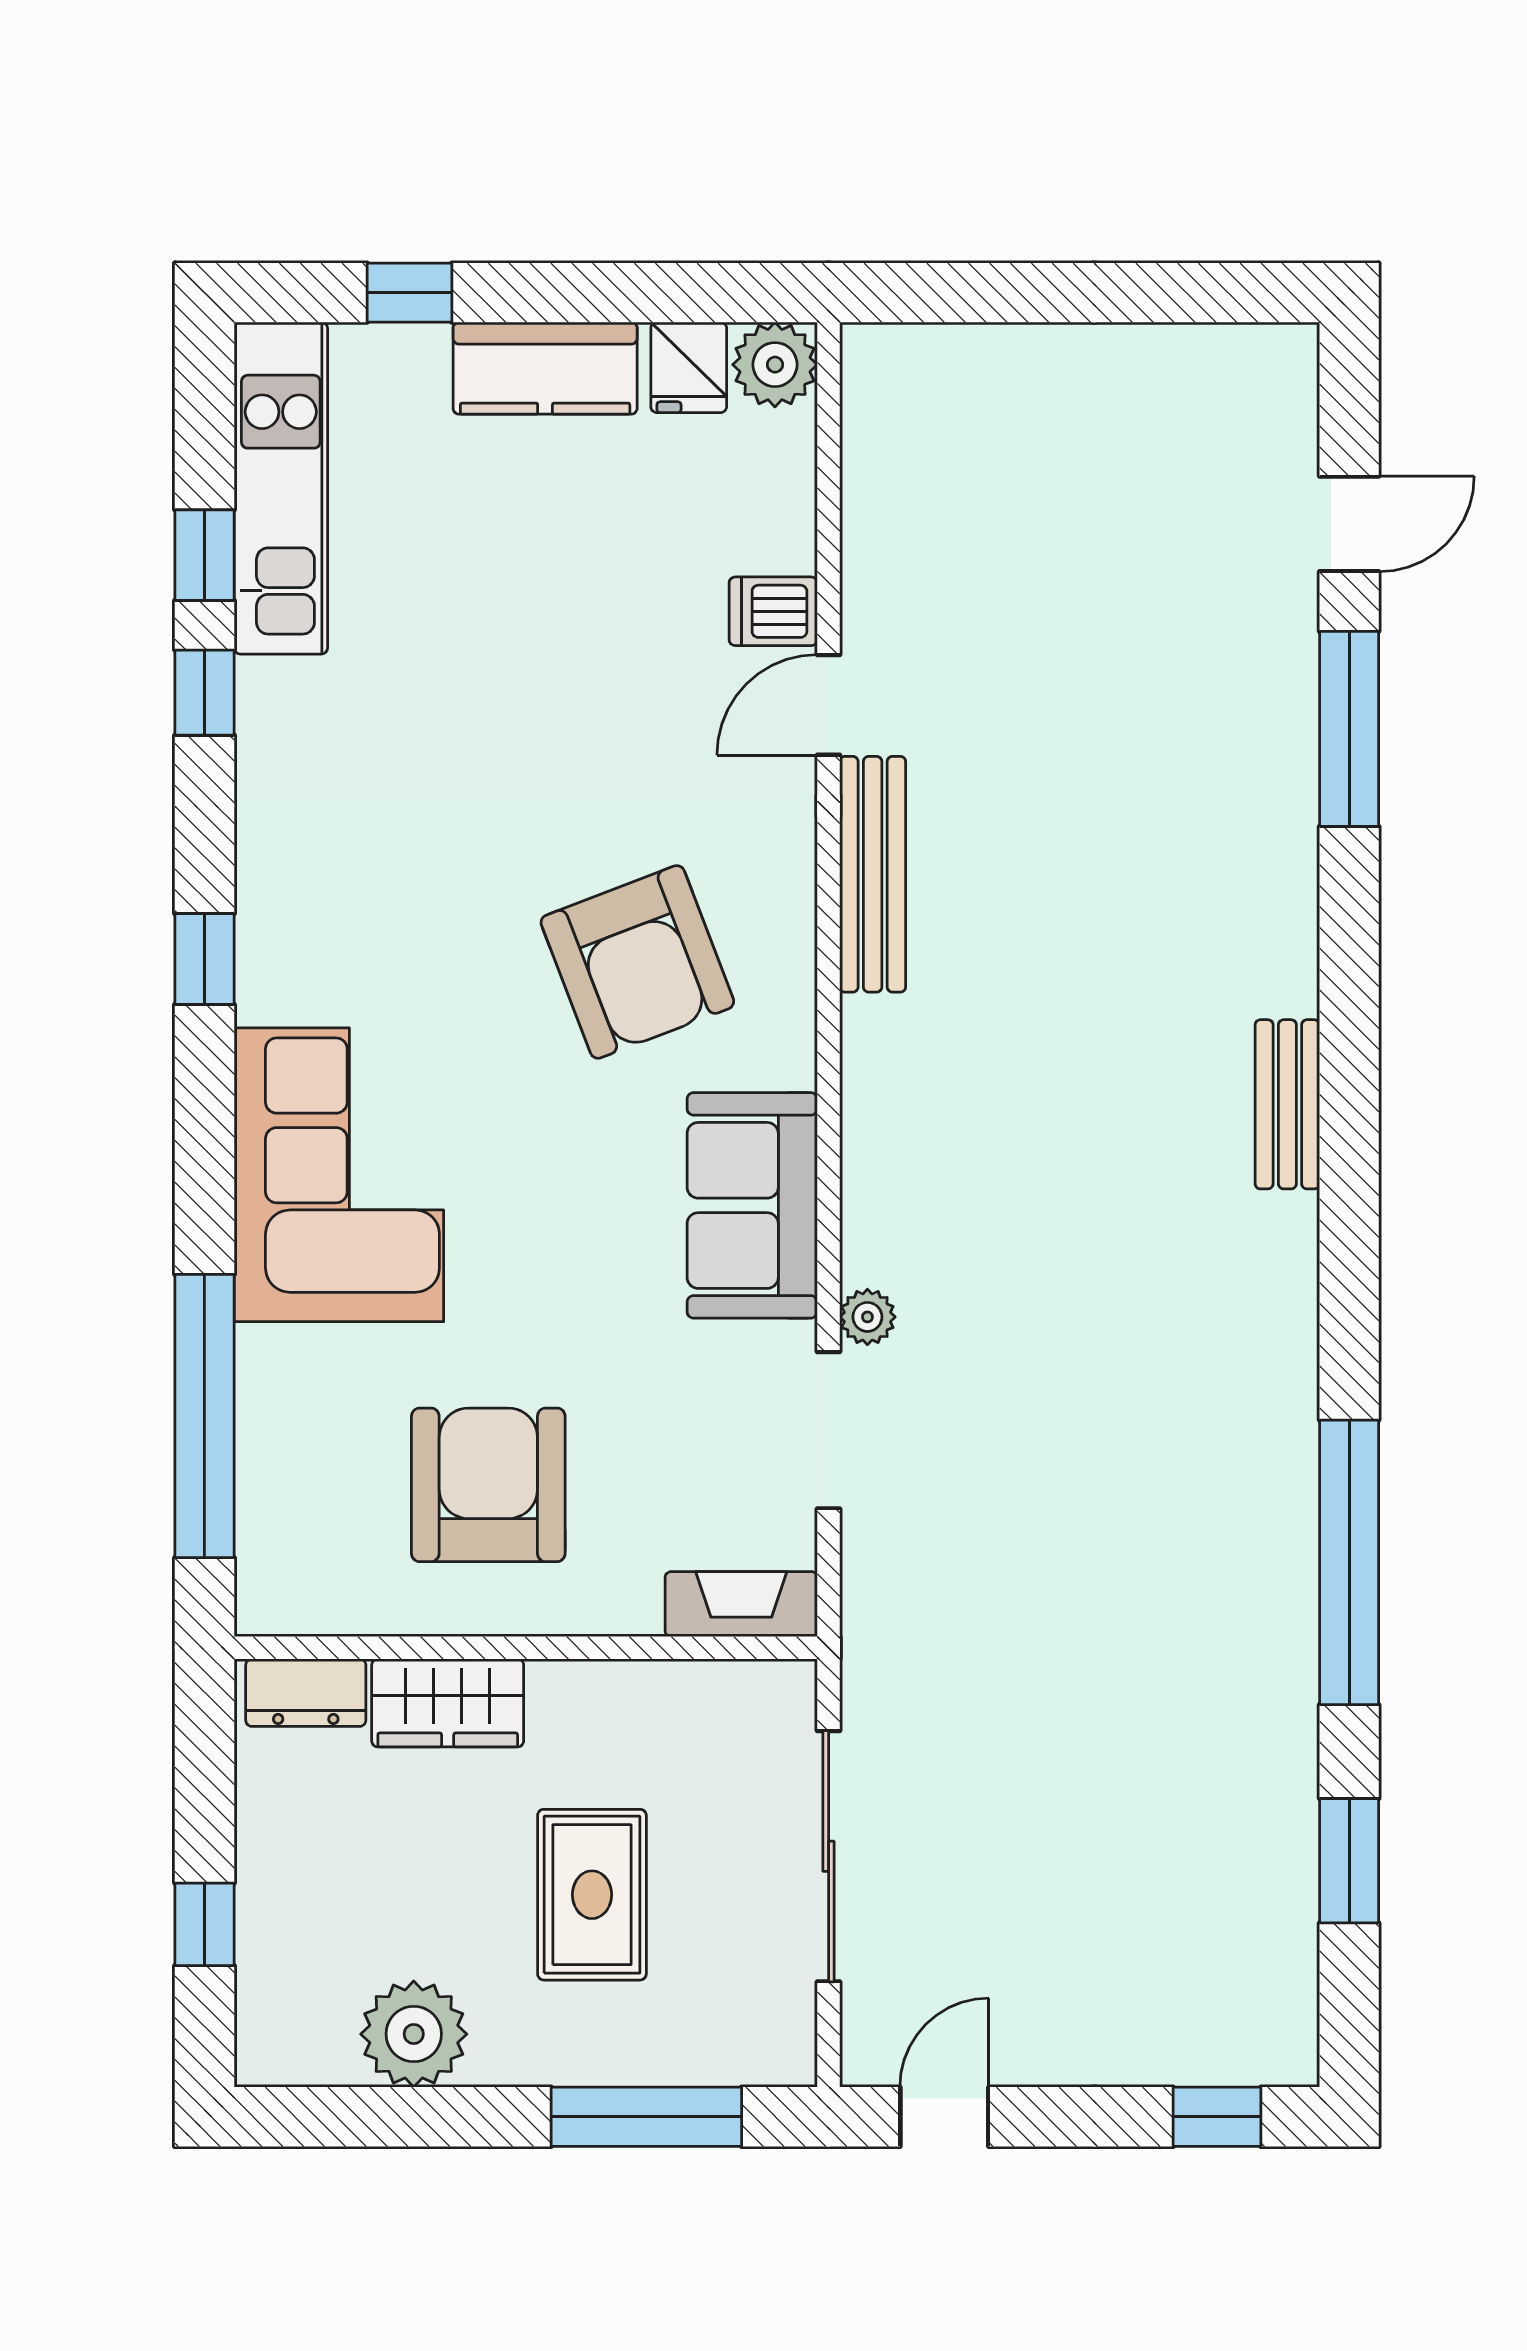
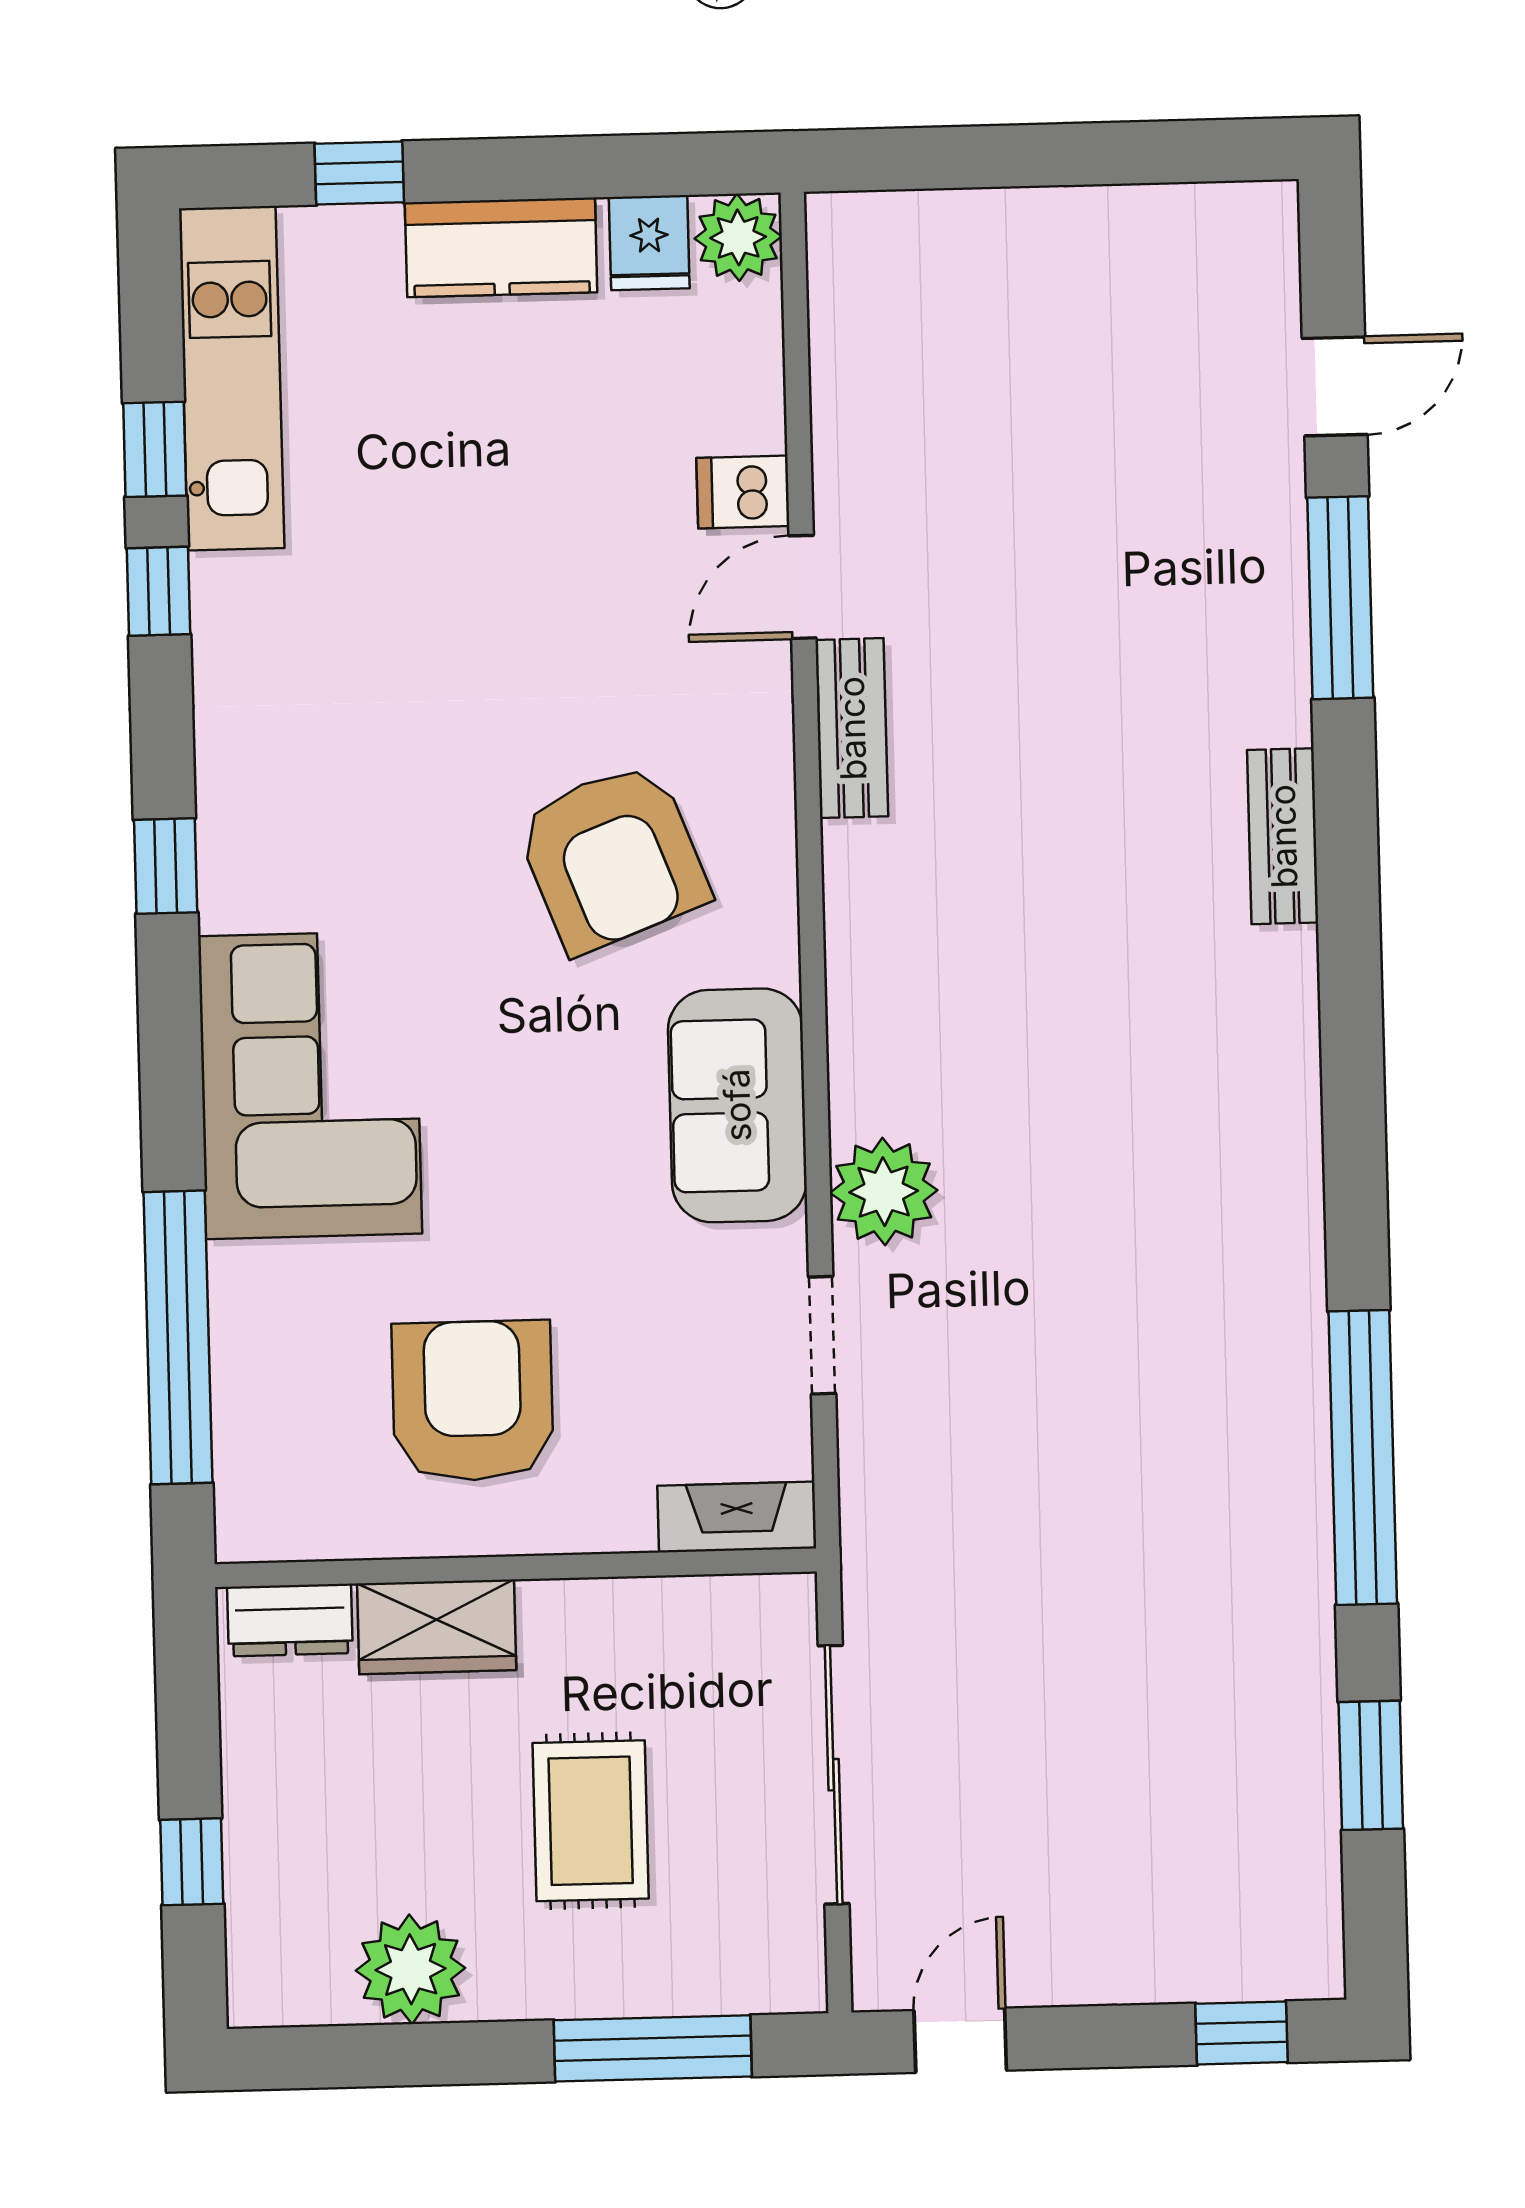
bench: (873, 874) -> (852, 728), width x0.73
bench: (1287, 1104) -> (1283, 836), moved
plant: (867, 1317) -> (884, 1192), width x1.88, depth x1.88
doorway: (829, 1430) -> (822, 1335), width x0.73

